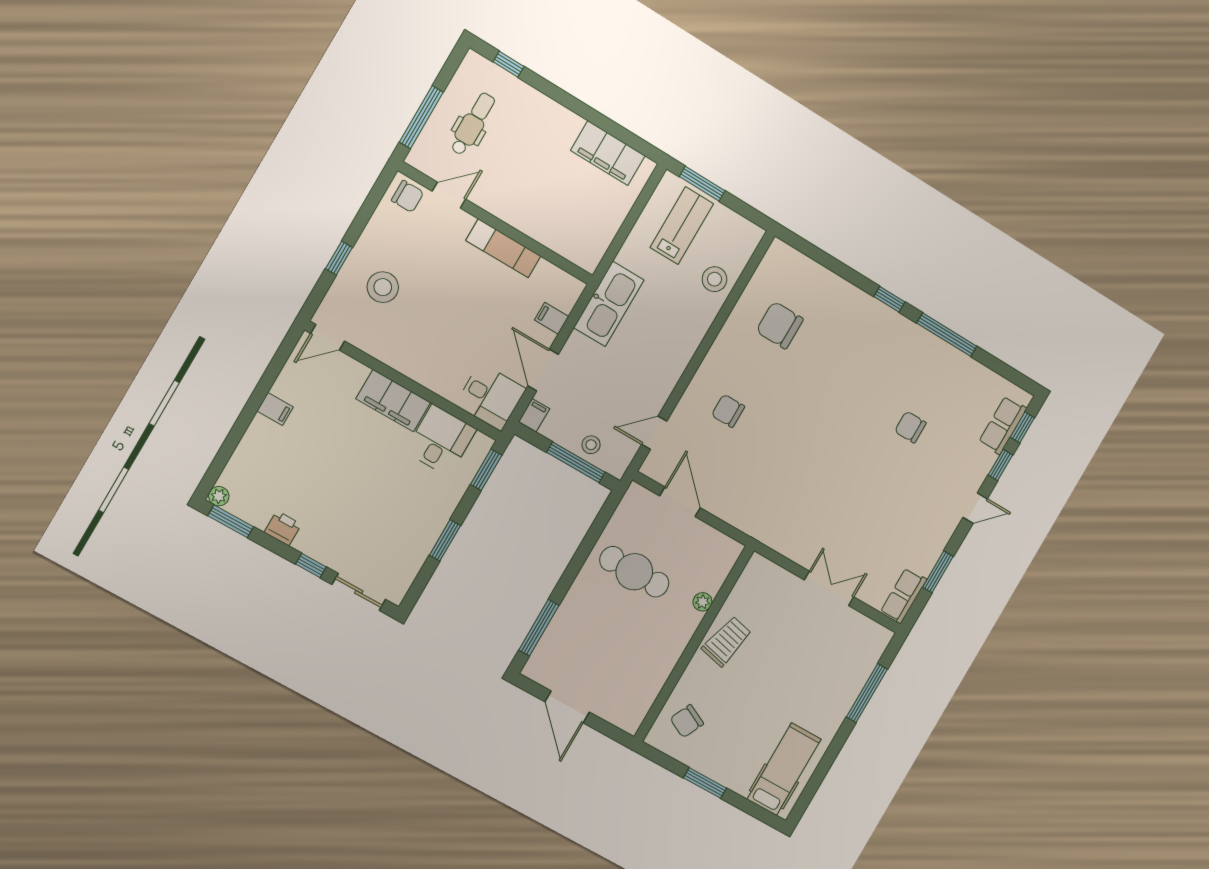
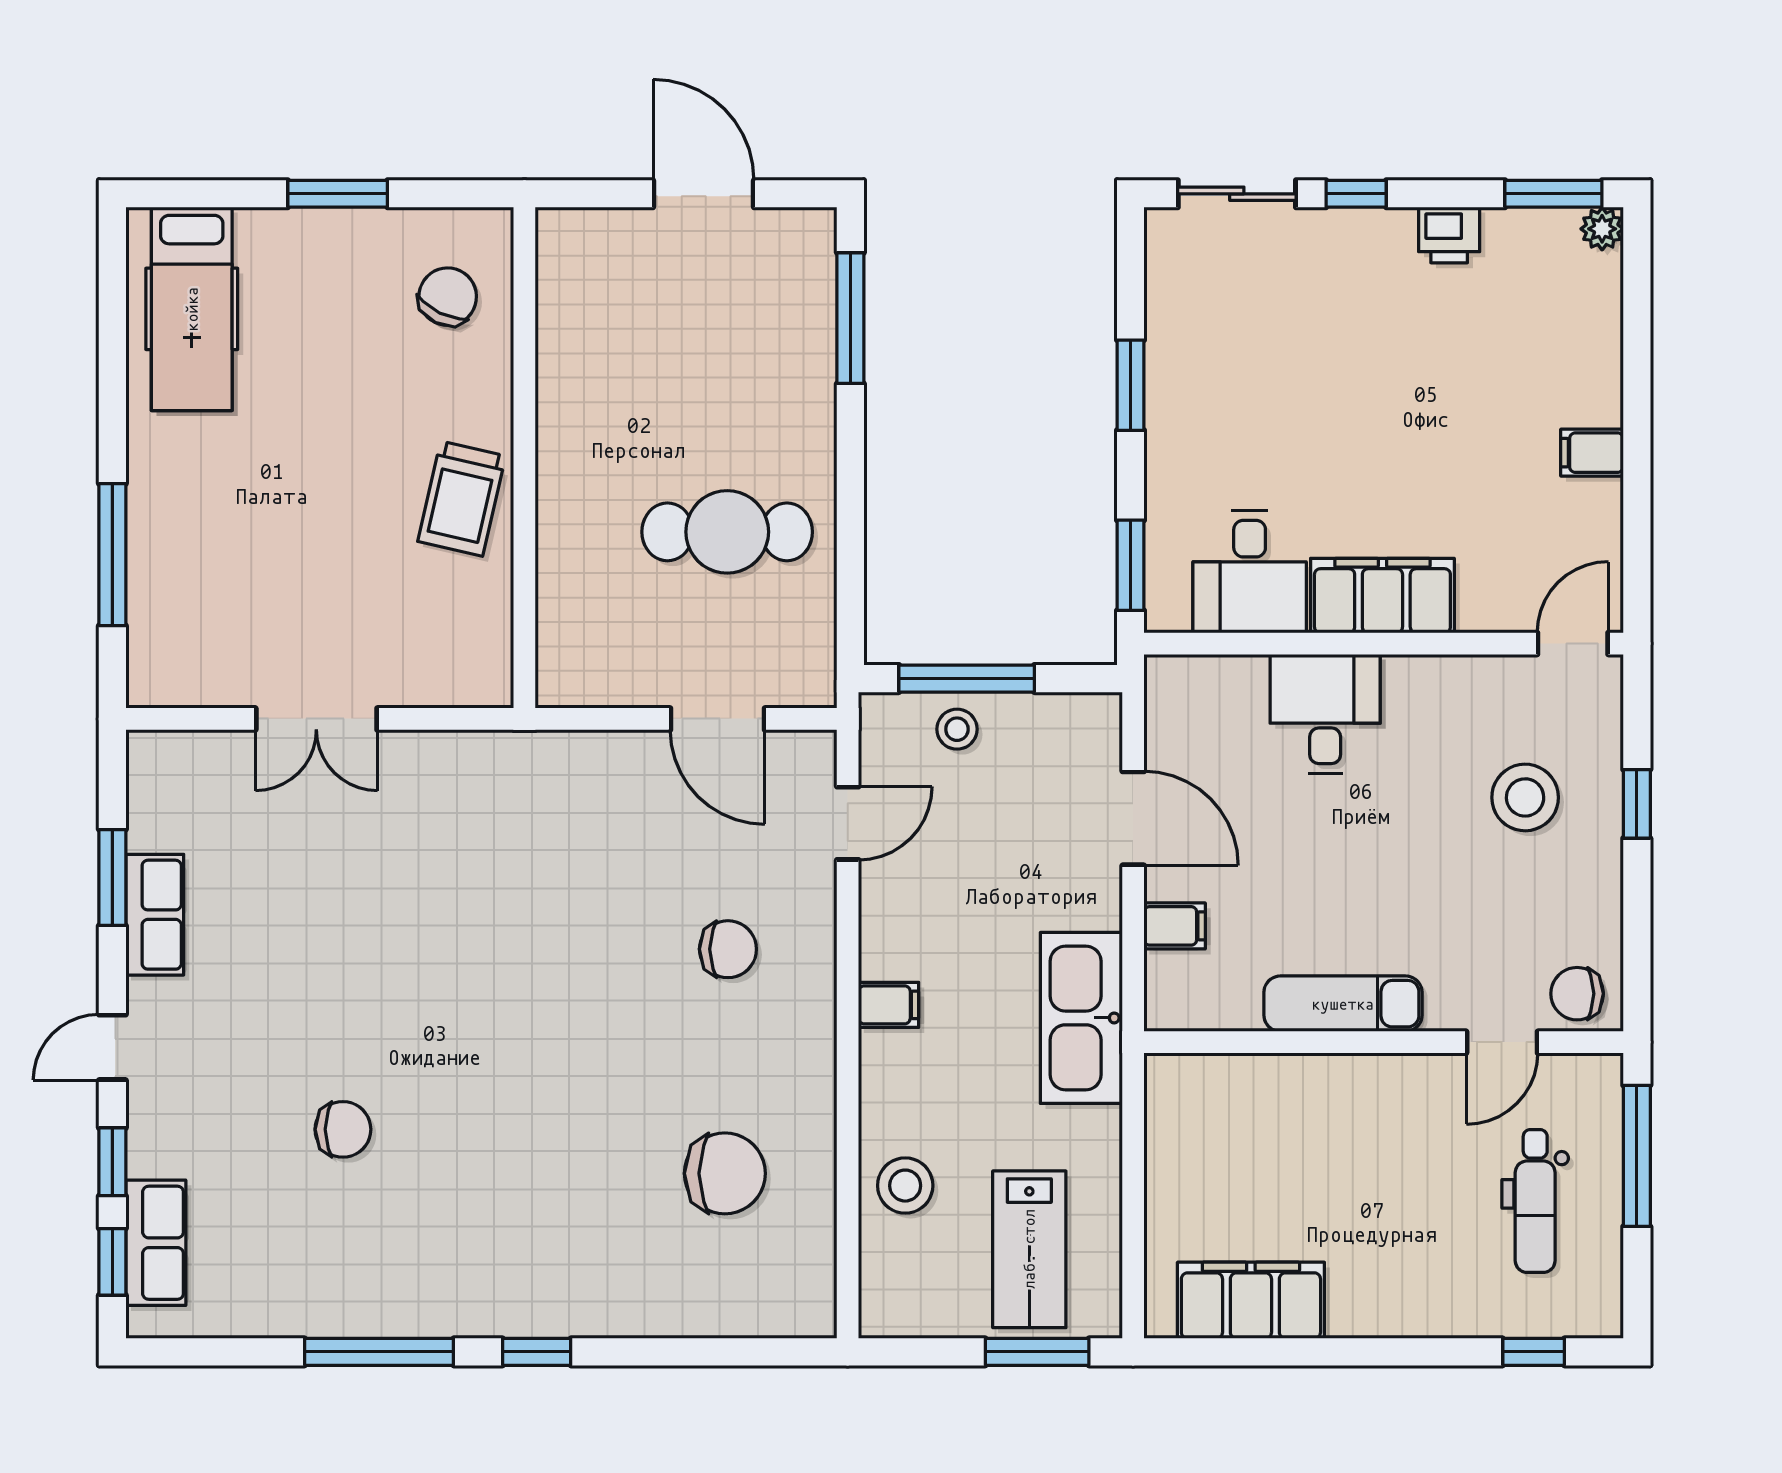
desk: (491, 397) -> (1325, 714), moved, turned 90
filing cabinet: (534, 415) -> (889, 1005), moved, turned -90
row of seats: (903, 596) -> (155, 915), moved
plant: (702, 602) -> (557, 549), removed

